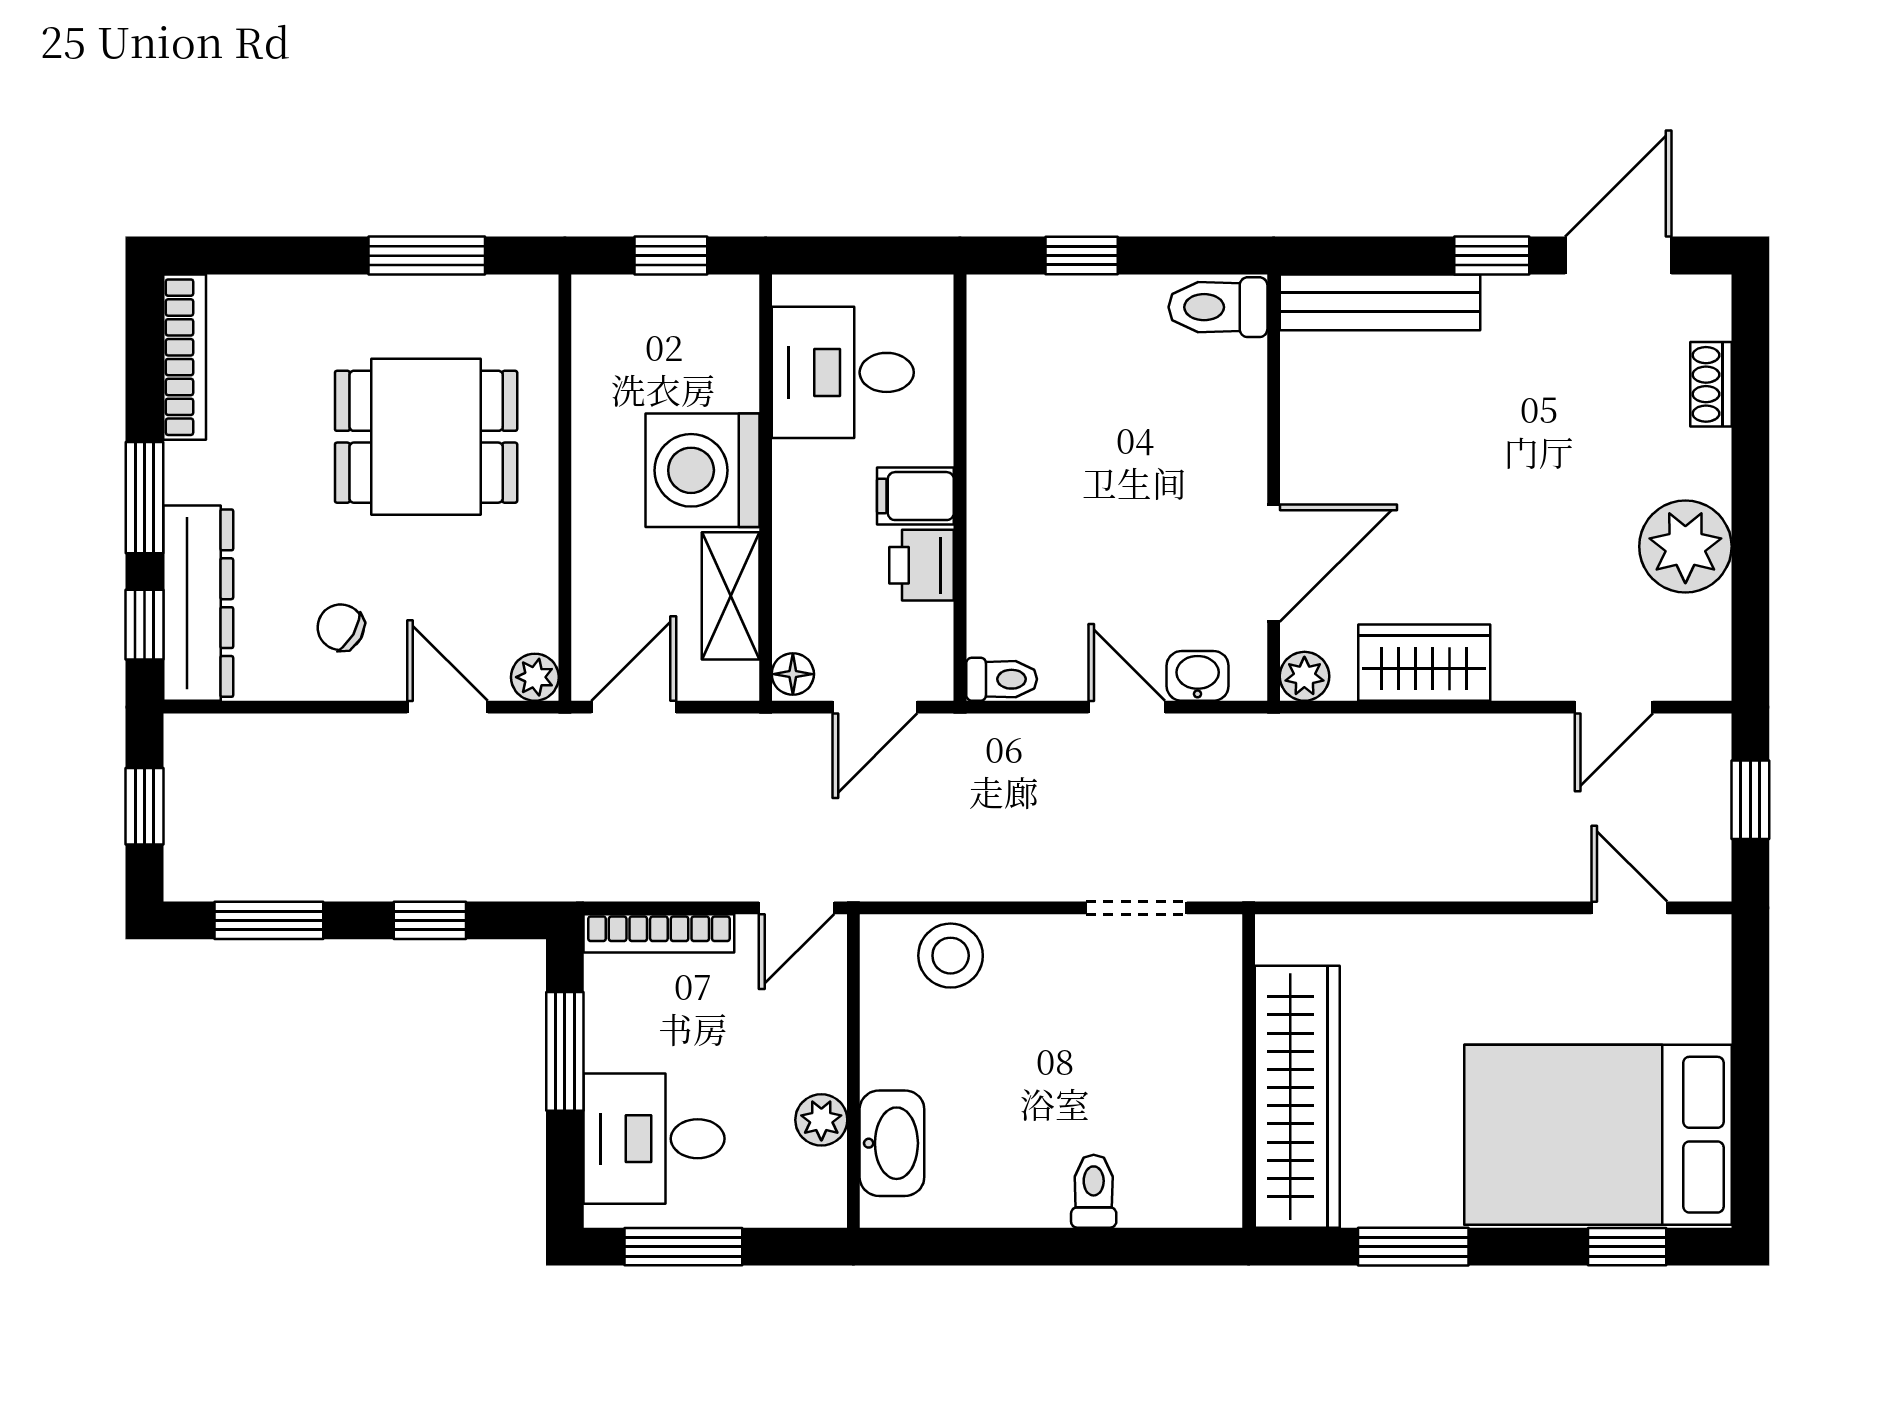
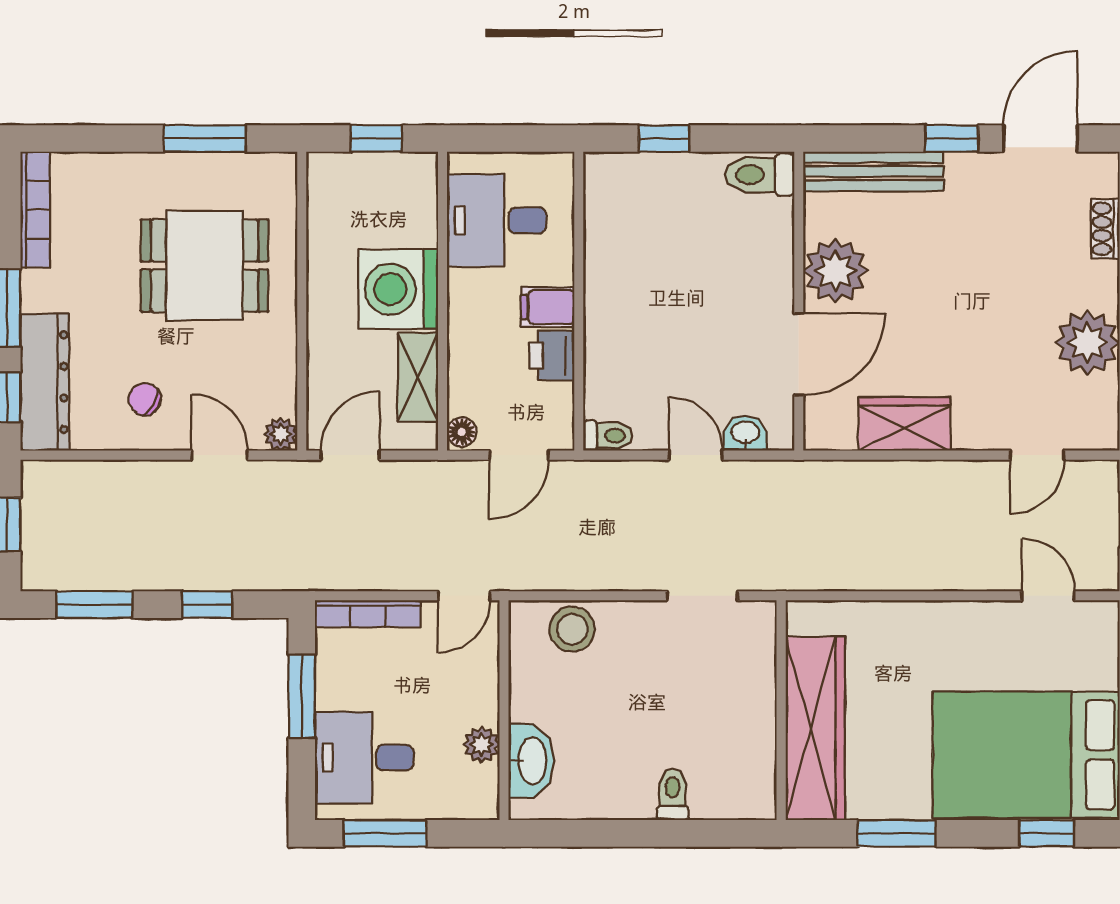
plant: (1304, 676) -> (835, 271), moved, width x1.87, depth x1.87

